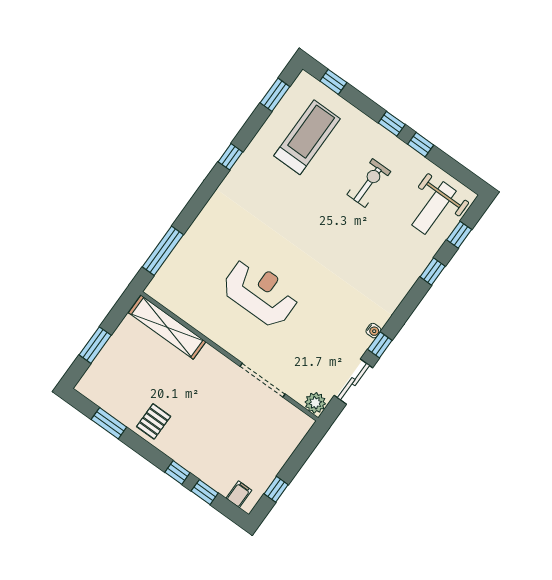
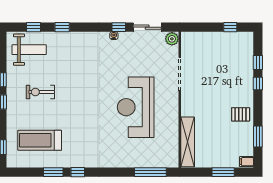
window: (275, 95) -> (53, 172), moved
reception desk: (260, 292) -> (136, 107), width x1.36, depth x1.30
filing cabinet: (239, 494) -> (246, 162), moved

